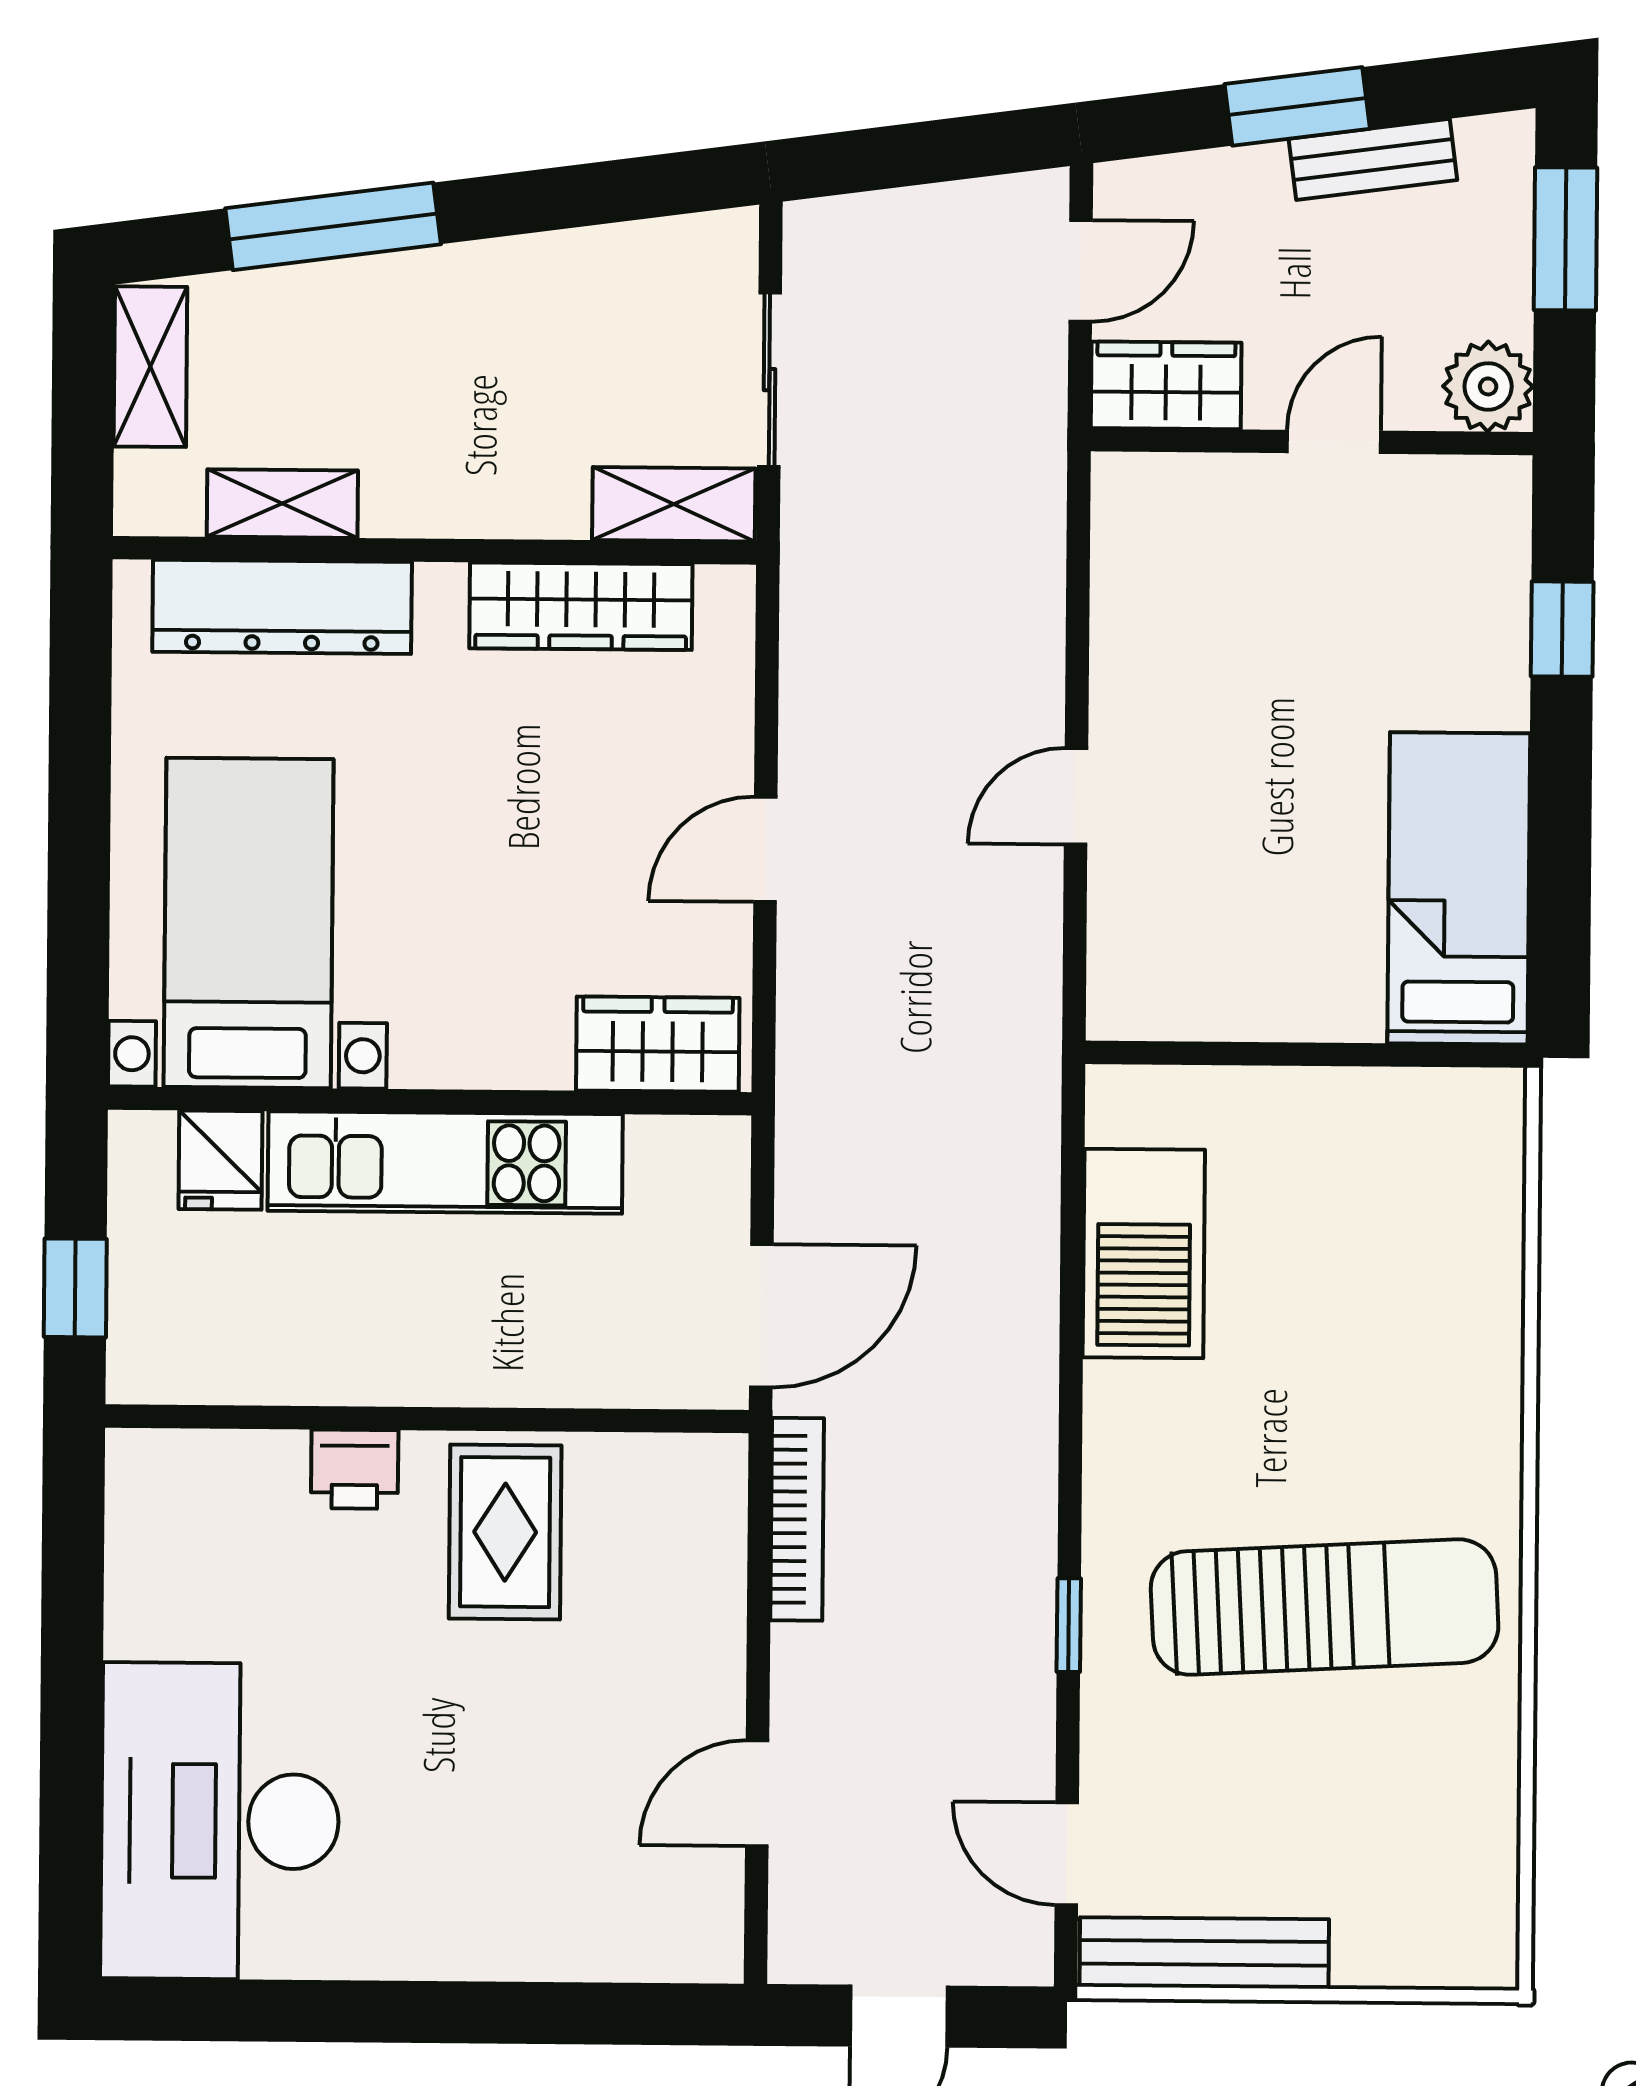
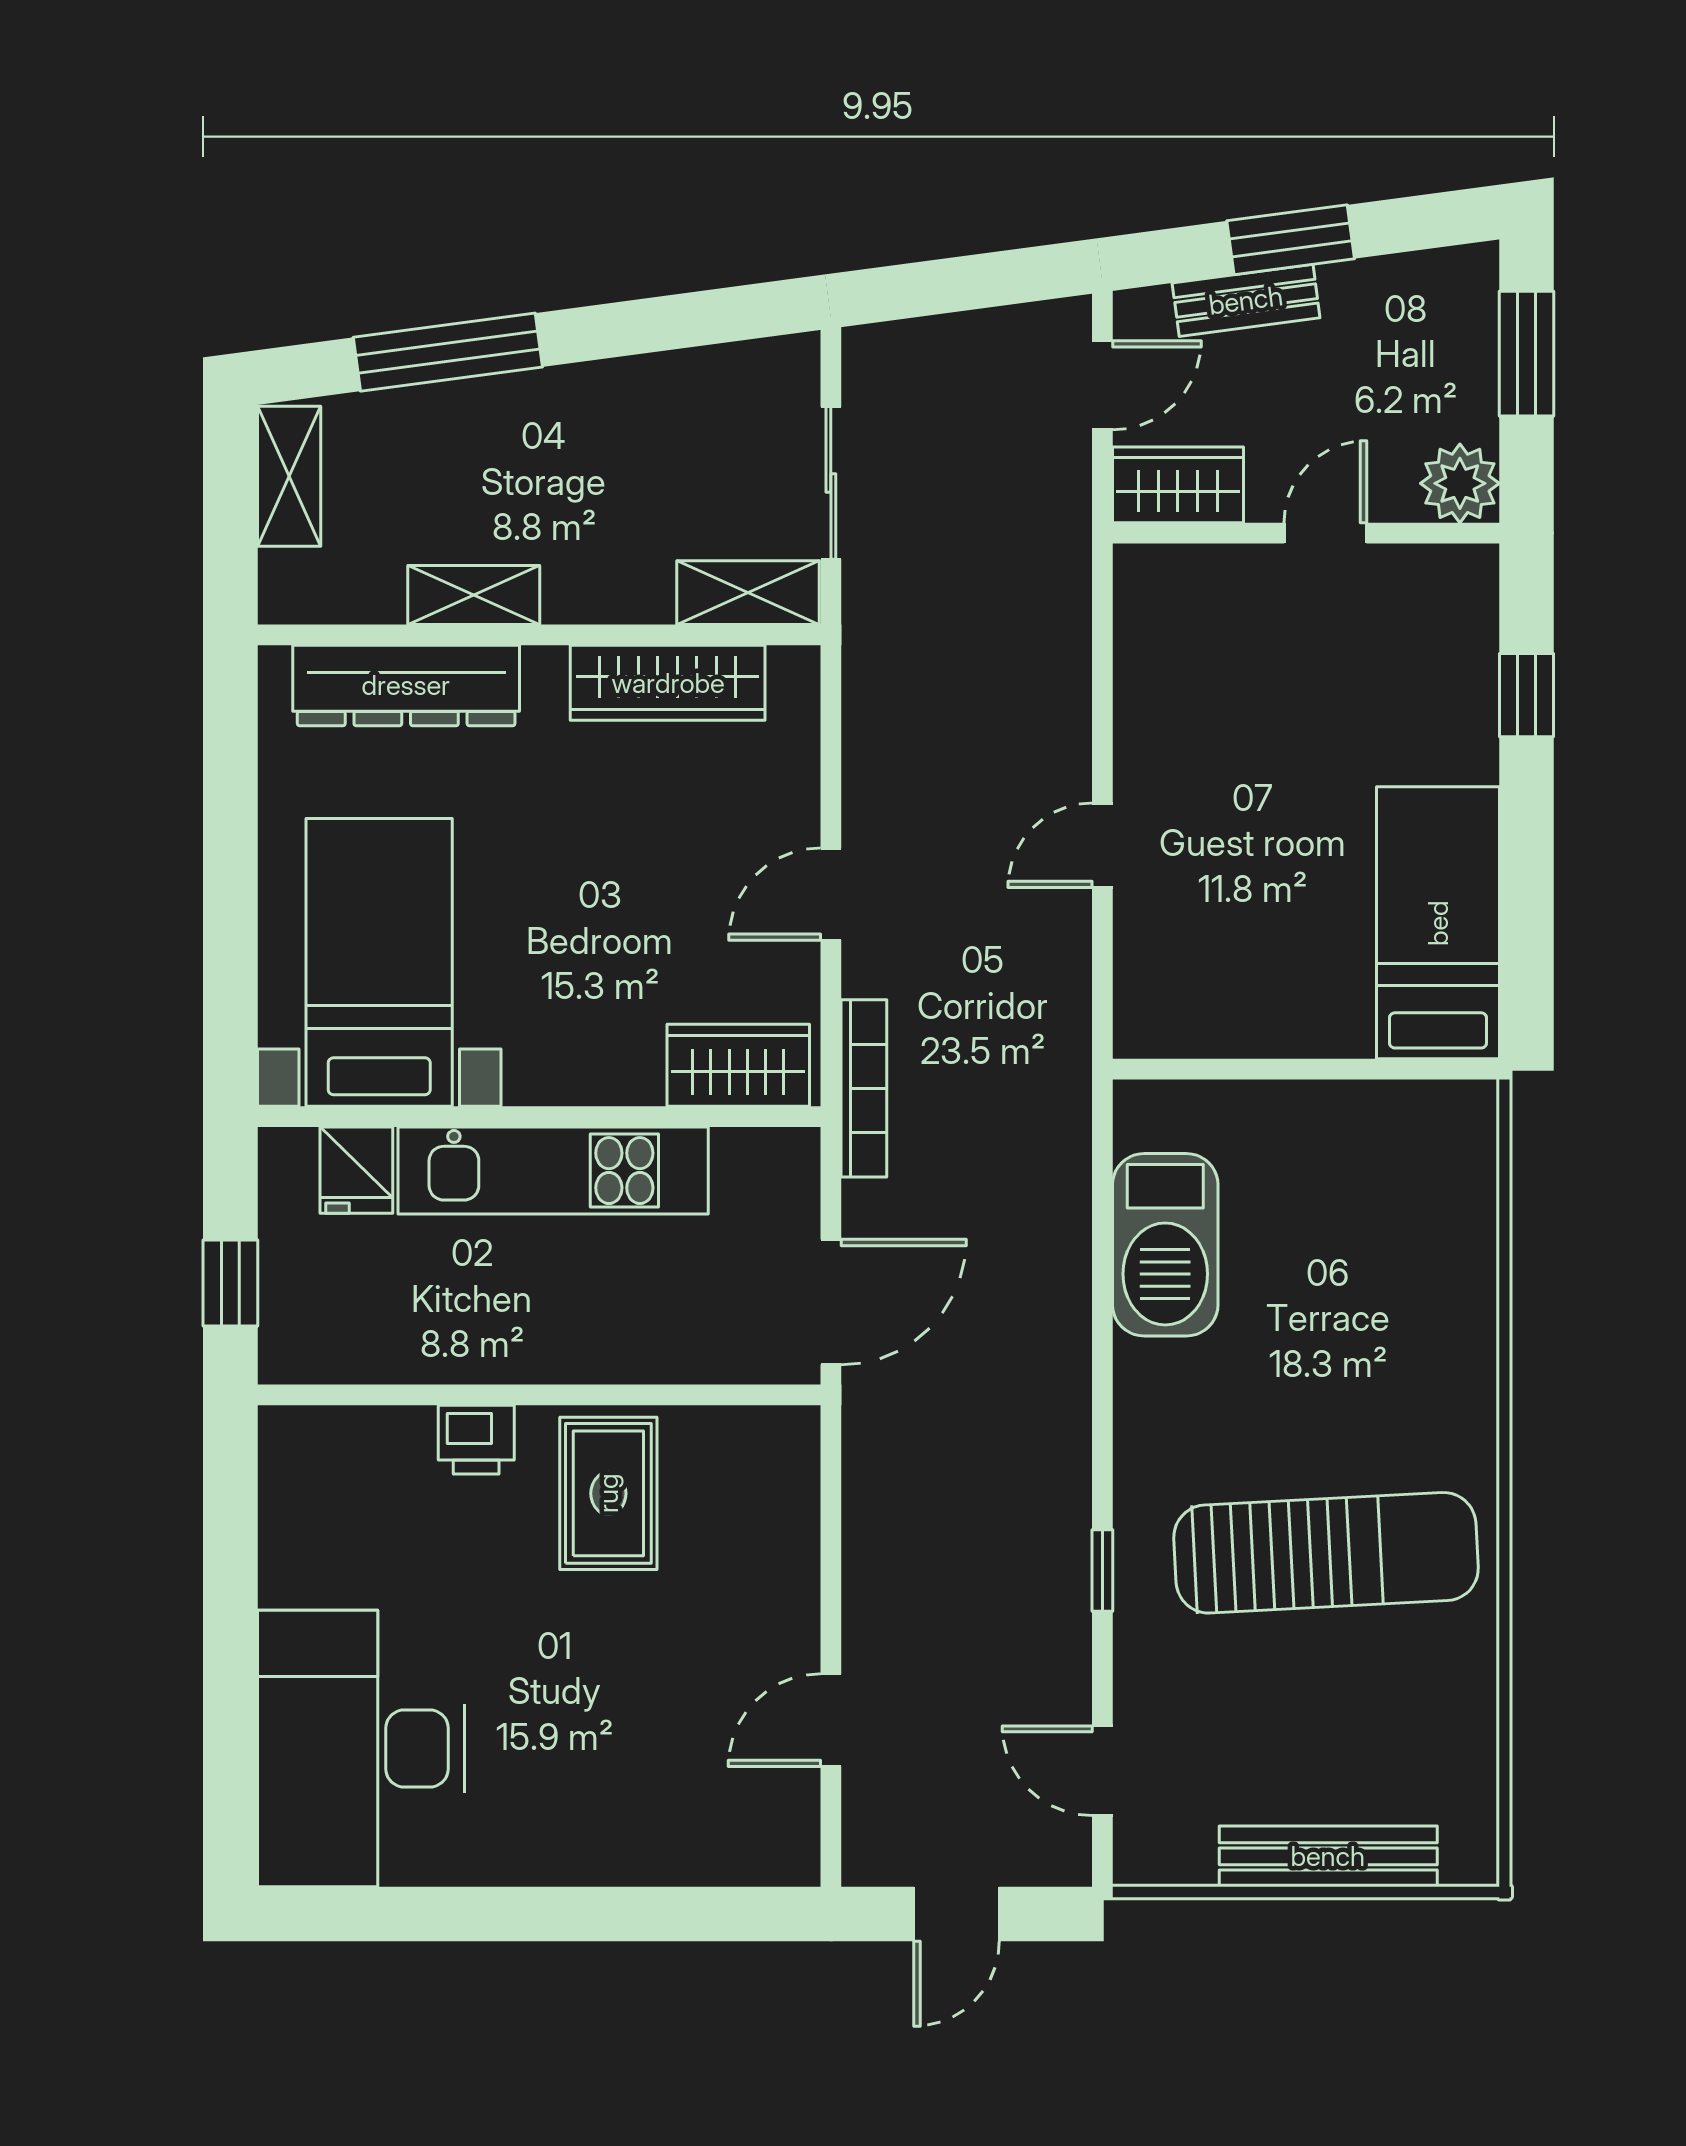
bench: (1373, 159) -> (1246, 300), moved
shelving: (282, 504) -> (474, 595), moved
bookcase: (797, 1519) -> (864, 1088), moved
bench: (1204, 1953) -> (1328, 1856), moved

